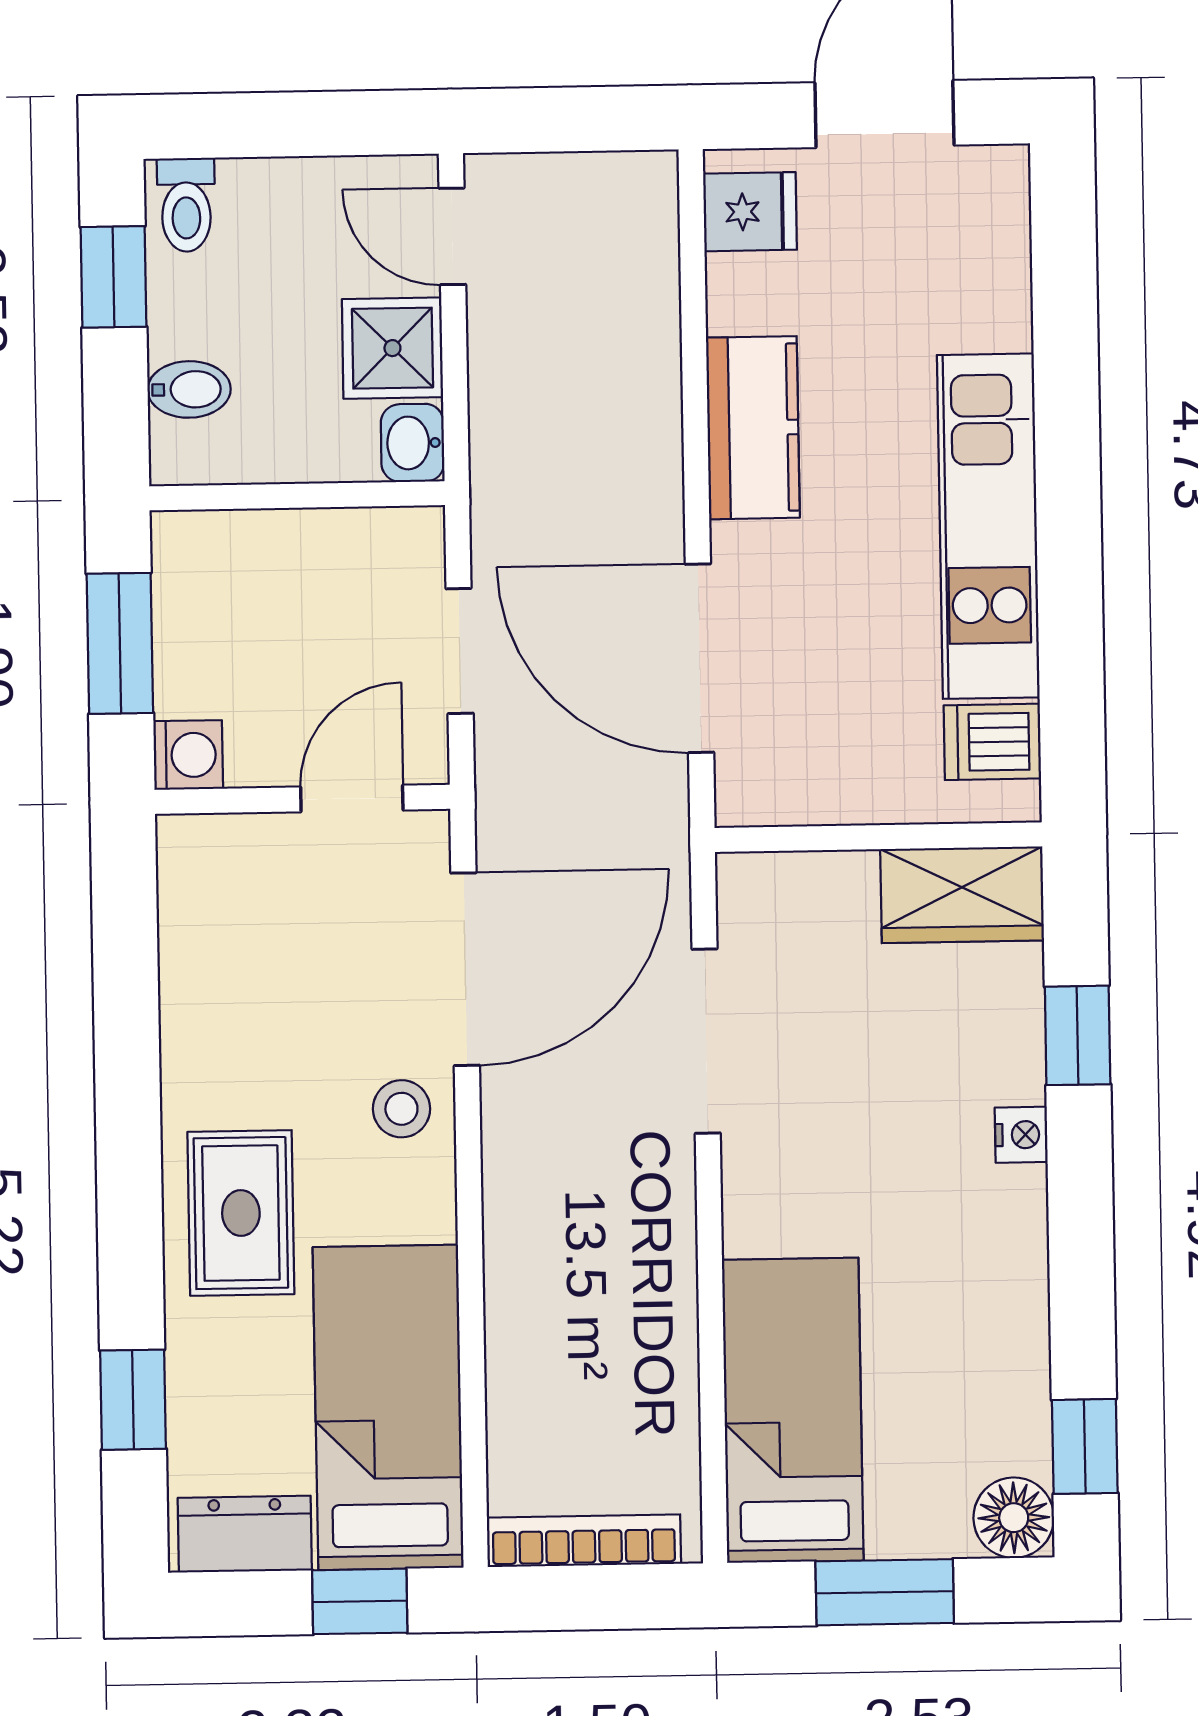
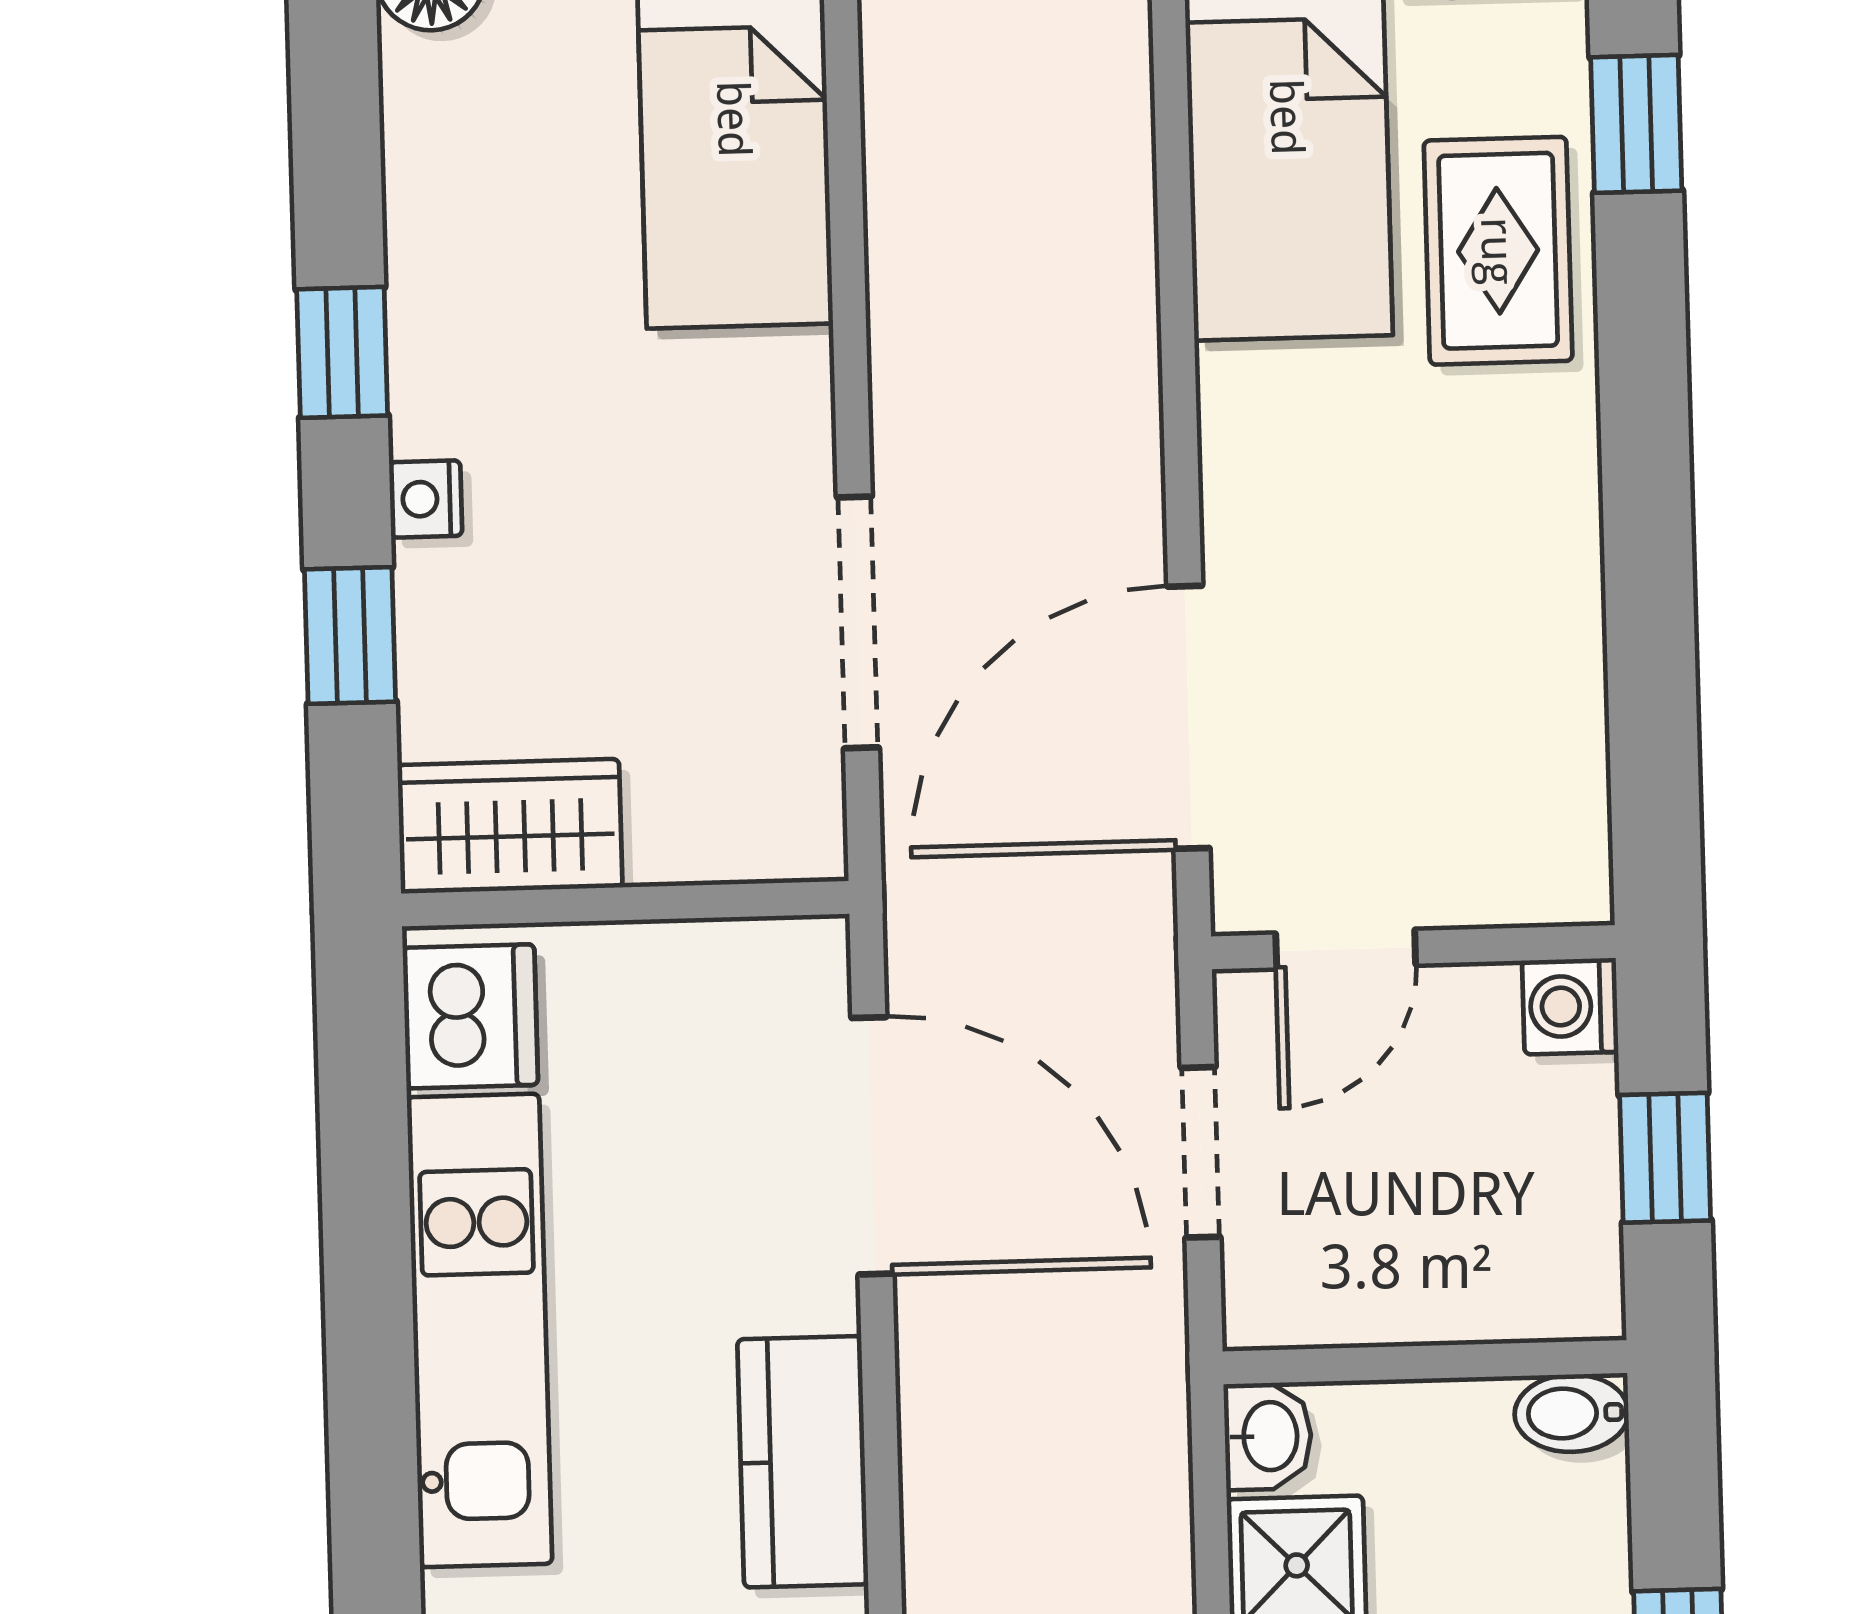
bidet: (189, 389) -> (1572, 1413), moved
window: (120, 643) -> (1665, 1158), width x0.67
dishwasher: (992, 742) -> (470, 1016), width x1.38
stool: (401, 1109) -> (1273, 526), removed
rug: (241, 1213) -> (1498, 251), moved
window: (1085, 1446) -> (342, 352), moved

